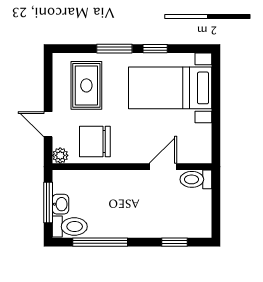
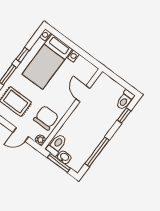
chair: (95, 141) -> (46, 118), turned 180
toilet: (196, 179) -> (125, 100), moved
toilet: (70, 227) -> (57, 145), moved

